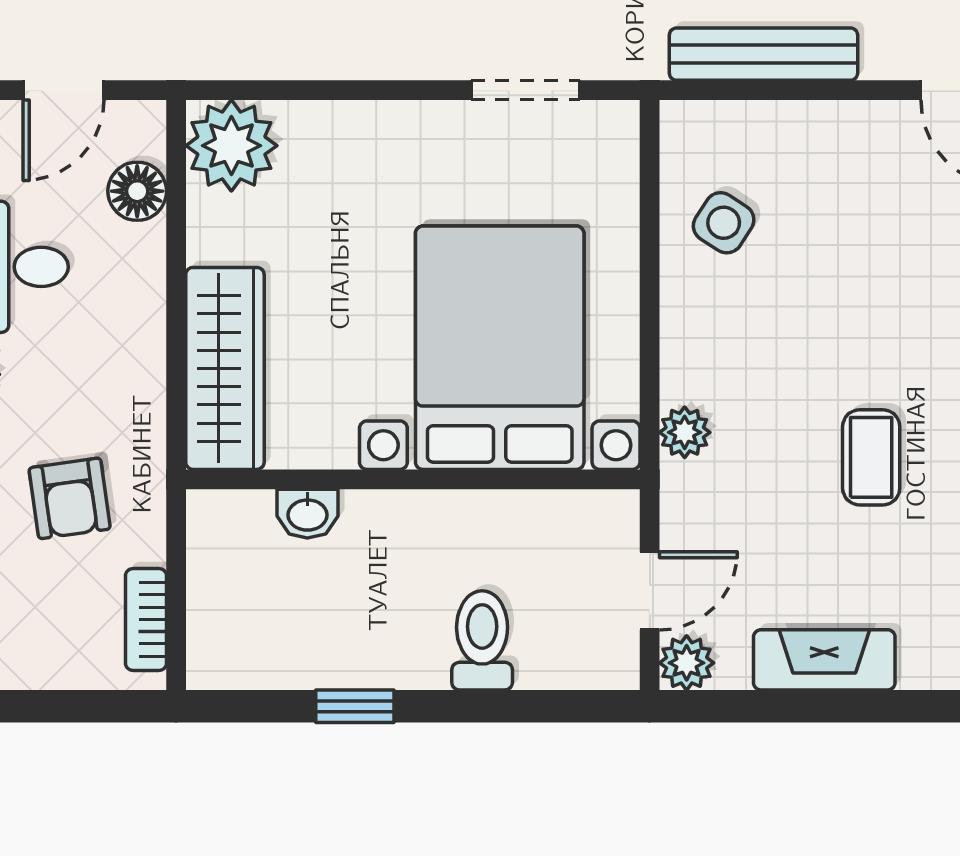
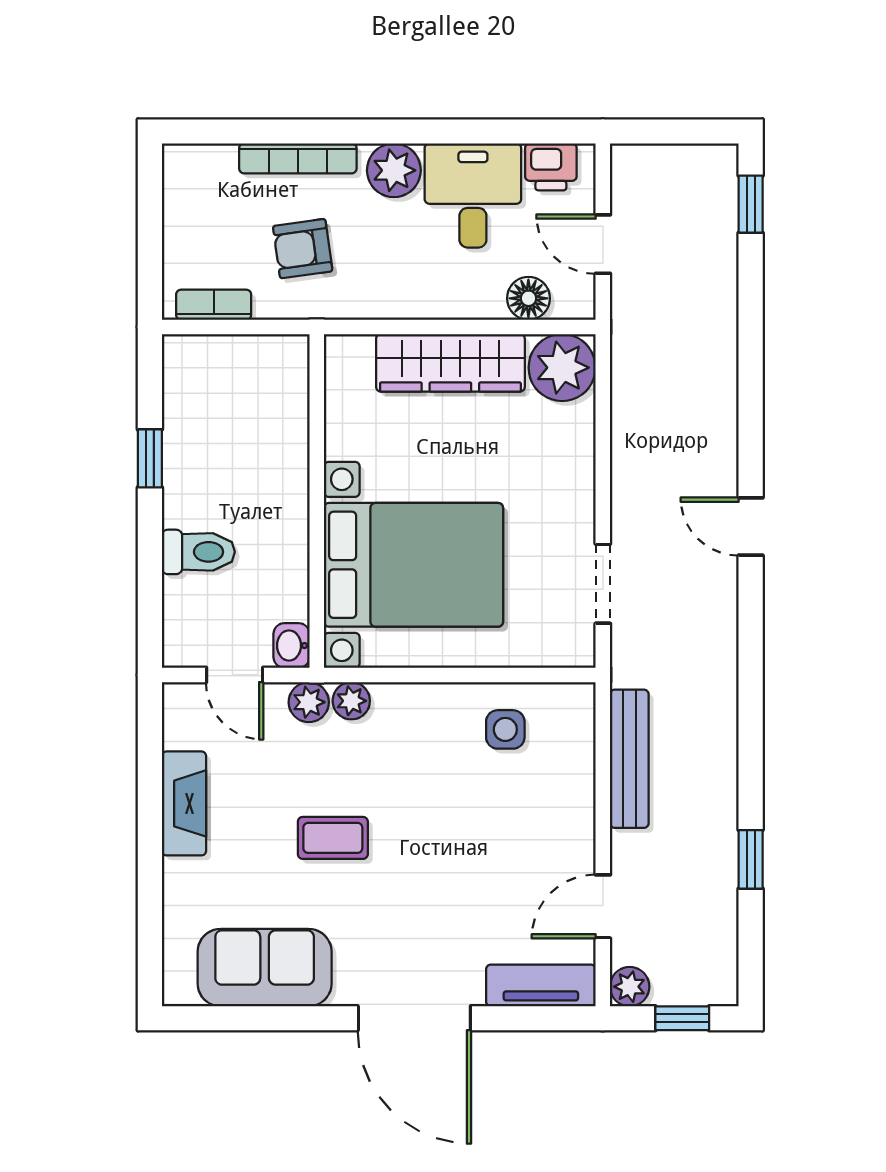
side table: (724, 223) -> (505, 729), turned -33
wardrobe: (225, 368) -> (450, 363), moved
washbasin: (307, 514) -> (292, 646), moved
plant: (687, 663) -> (309, 702), moved

